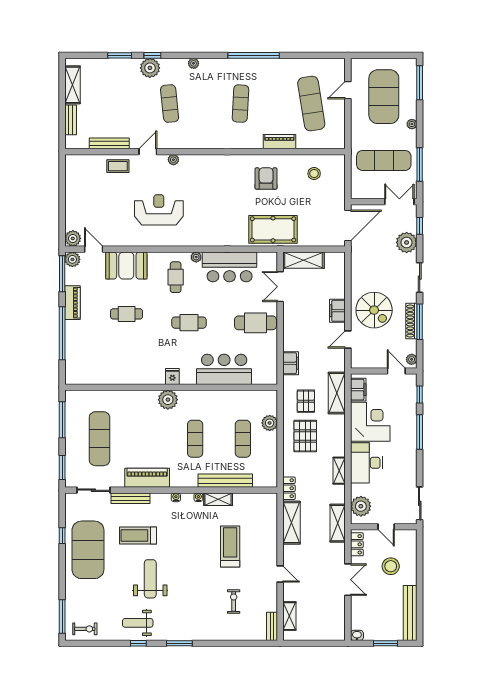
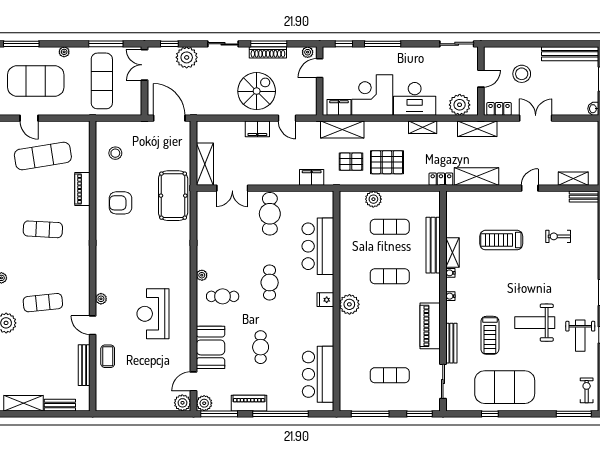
bar counter: (230, 267) -> (318, 374), moved, turned 180
exercise mat: (99, 439) -> (390, 375), width x0.73, depth x0.69

